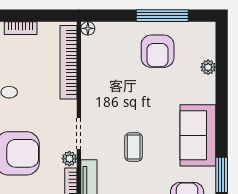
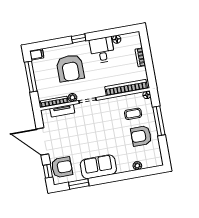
window: (162, 16) -> (159, 121), moved
coffee table: (134, 147) -> (133, 114), moved

